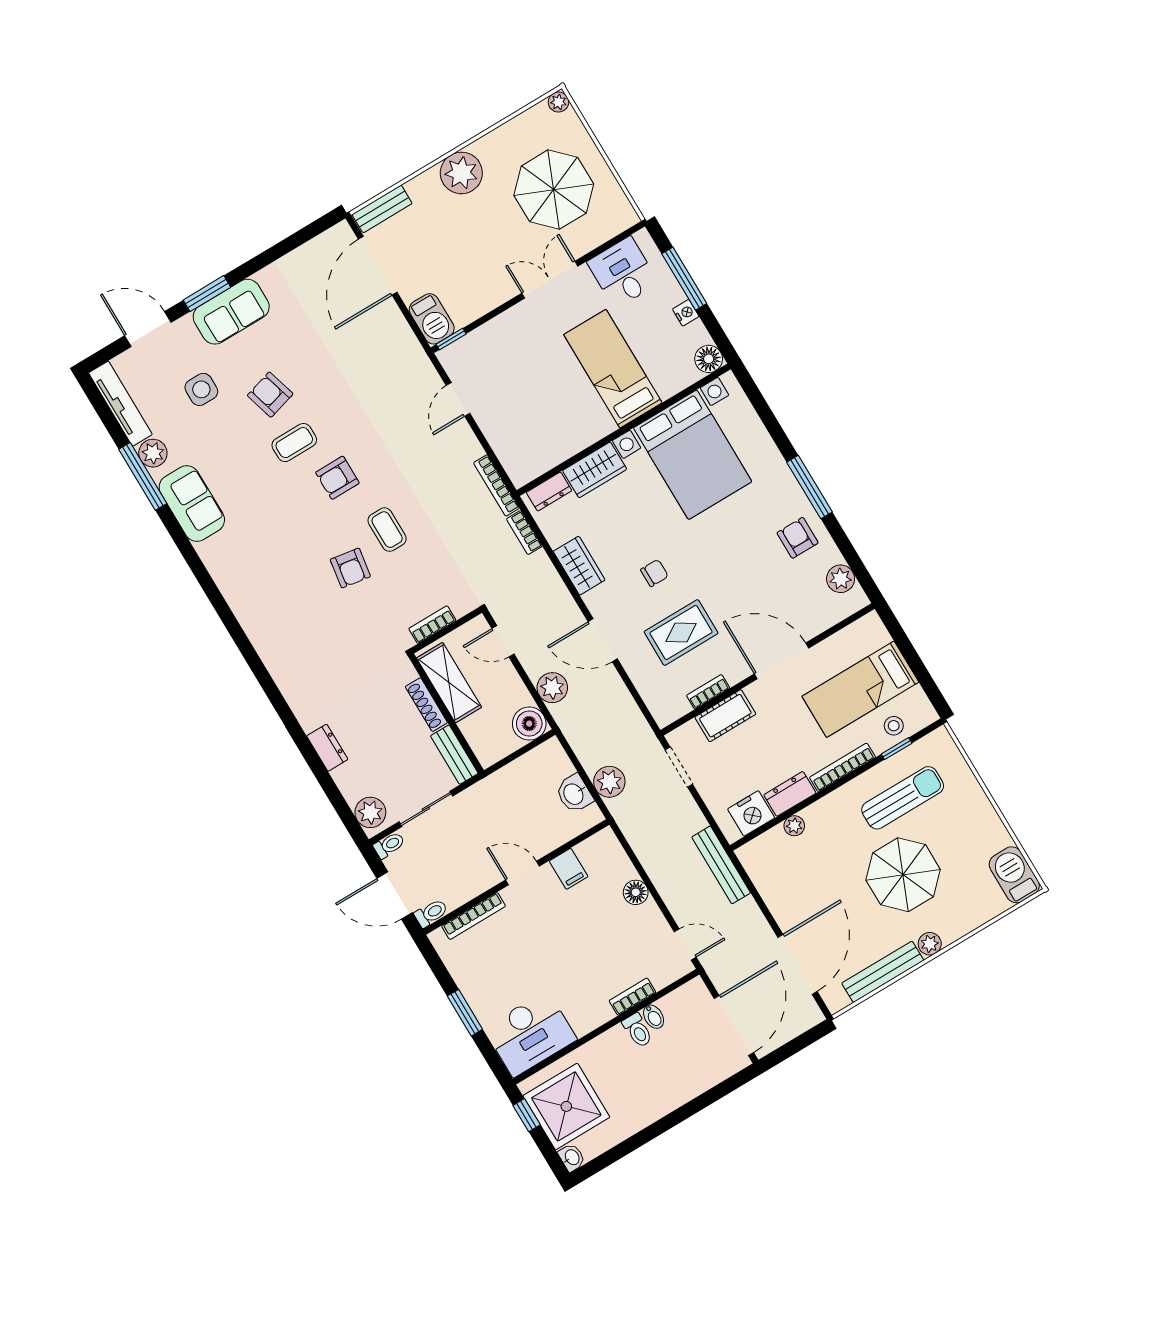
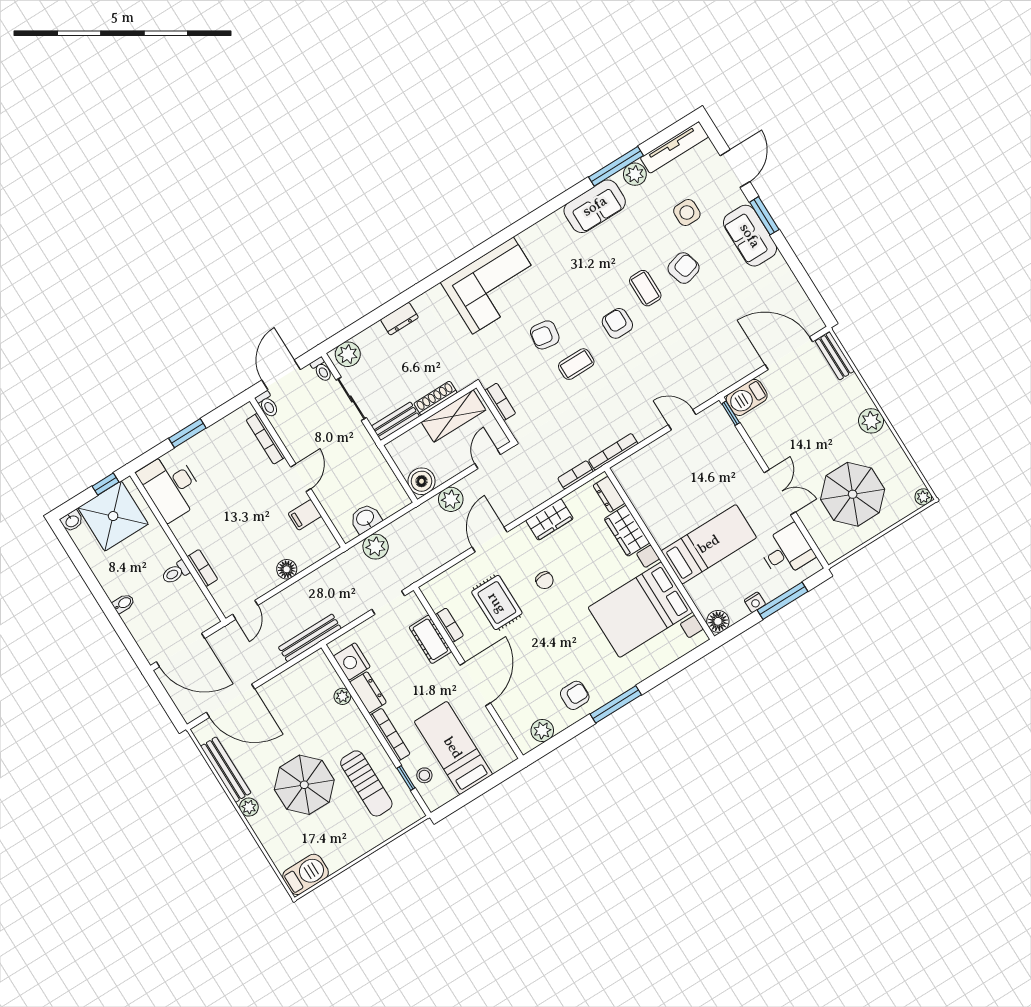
plant: (461, 173) -> (871, 421), width x0.73, depth x0.73
corner sofa: (288, 631) -> (493, 286), added
bidet: (654, 1017) -> (123, 603), moved, turned 180

